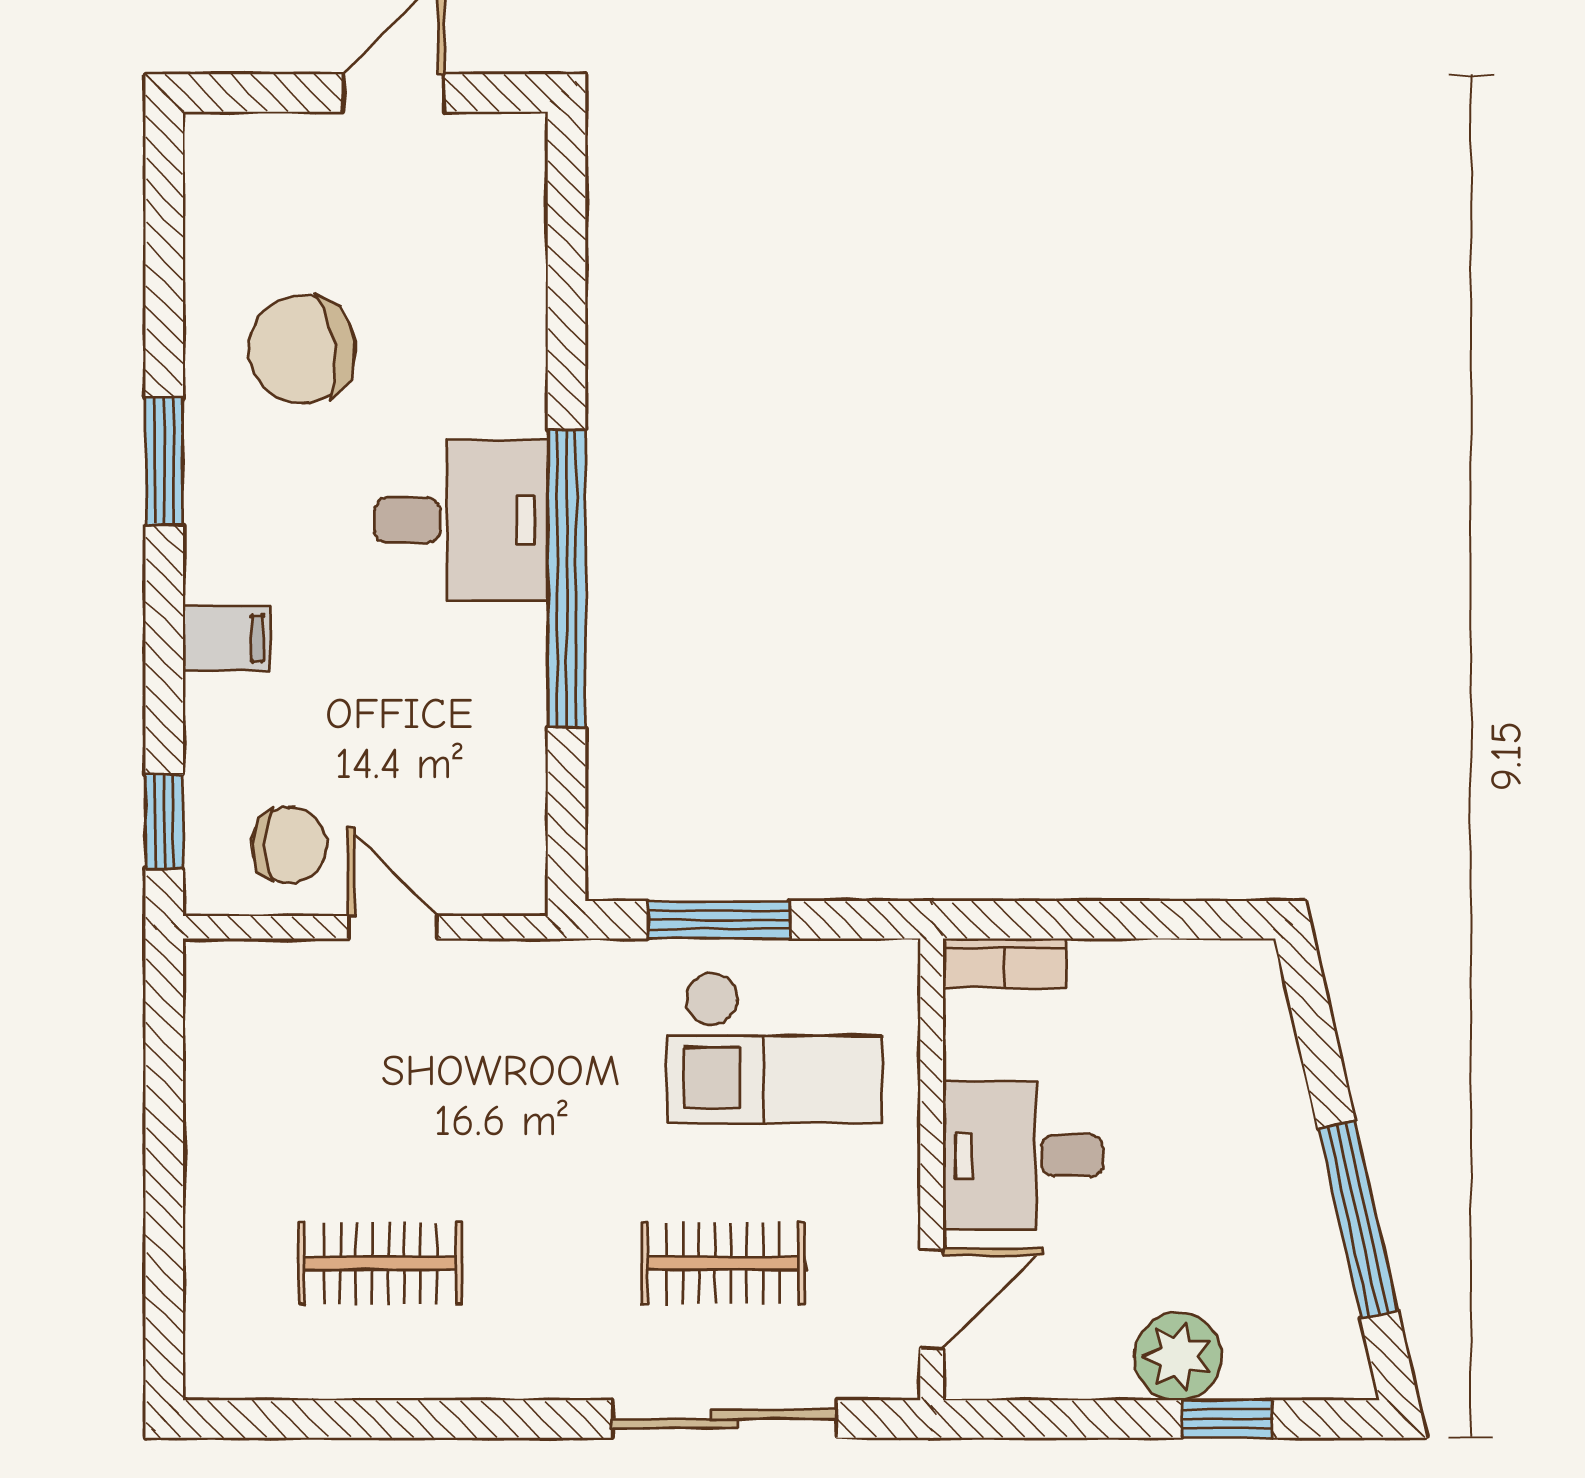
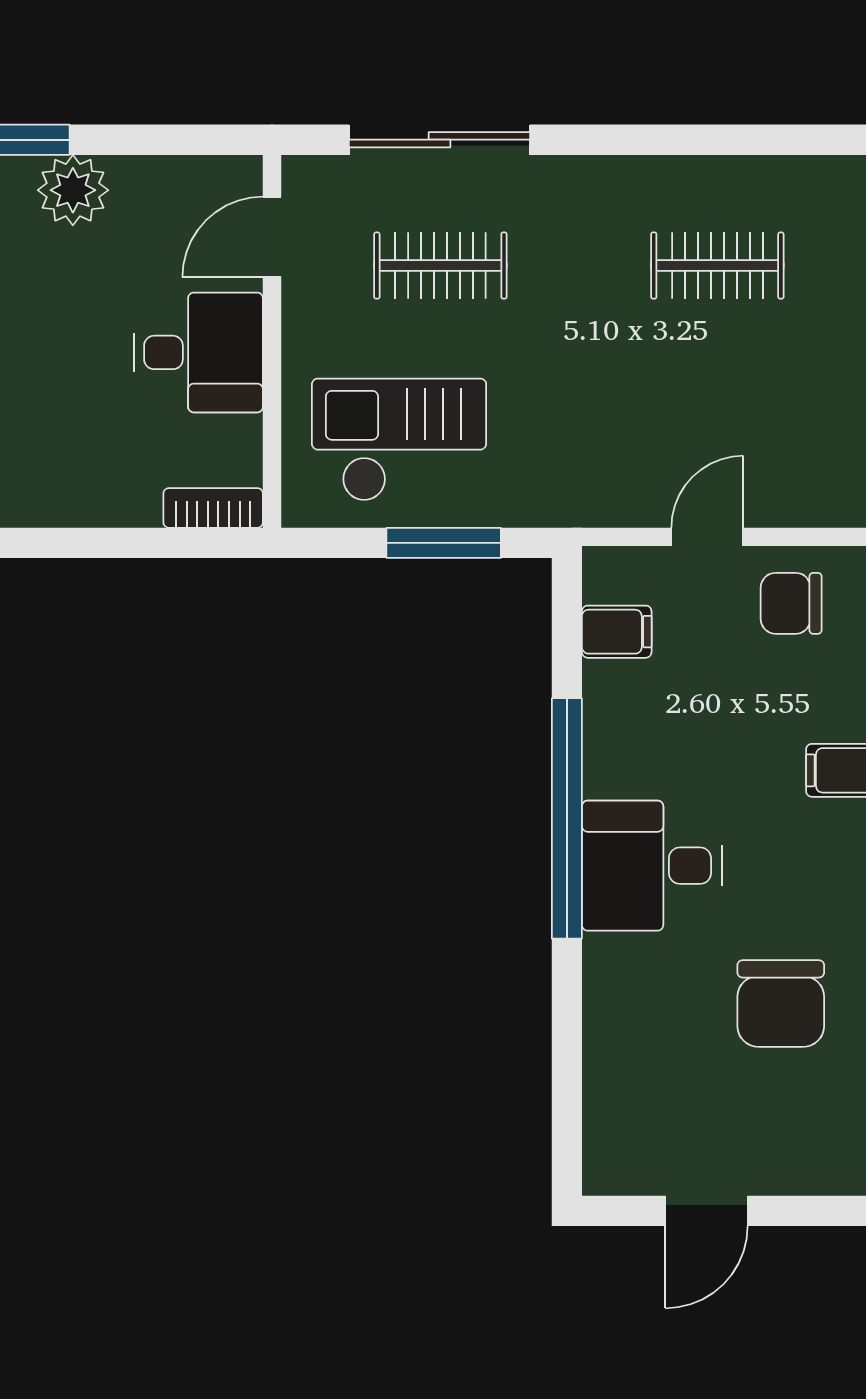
chair: (302, 349) -> (781, 1004), turned 98
filing cabinet: (505, 810) -> (617, 632), added
door: (393, 927) -> (707, 537), swing flipped

